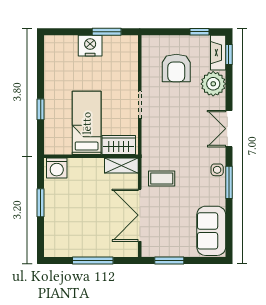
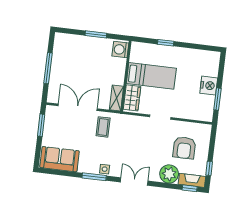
armchair: (176, 68) -> (184, 148), turned -90

